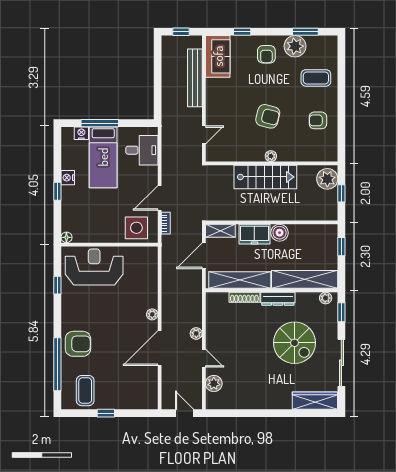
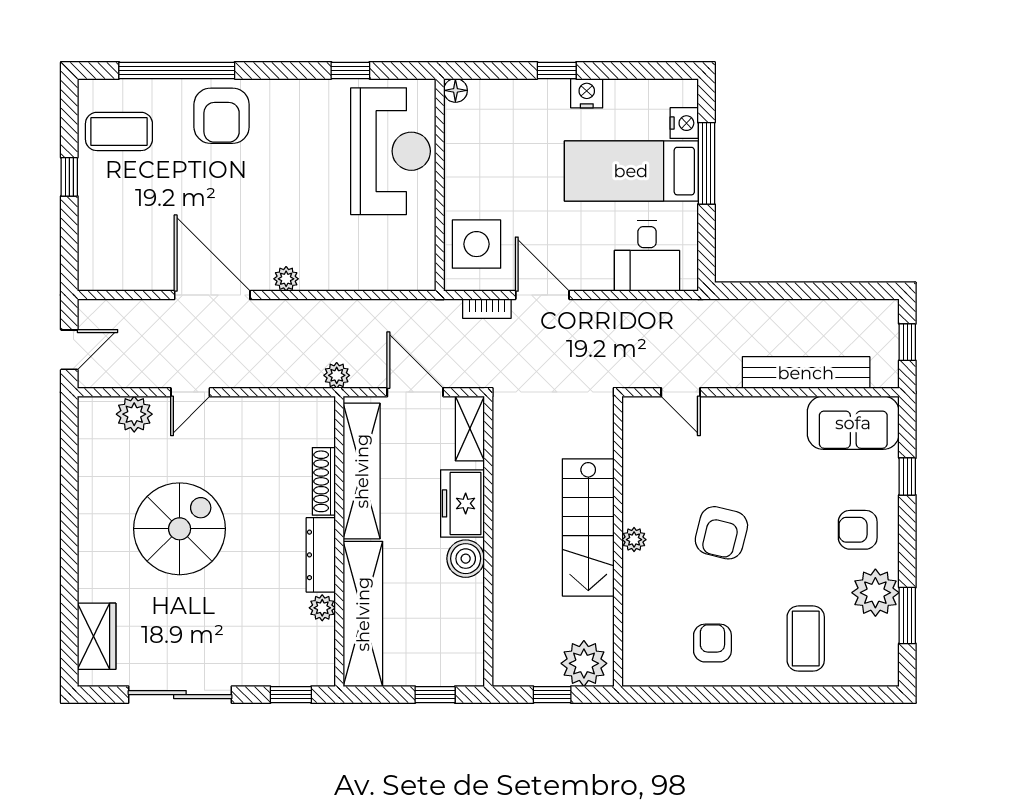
plant: (326, 298) -> (322, 608), moved
plant: (196, 333) -> (337, 375), moved
spiral stairs: (294, 343) -> (180, 529), moved, turned 180
wardrobe: (315, 401) -> (97, 636), width x0.67

